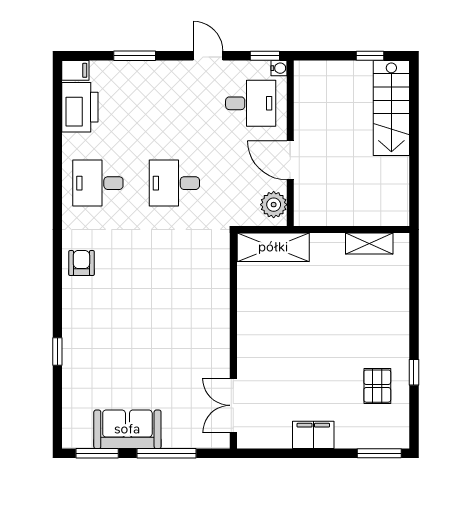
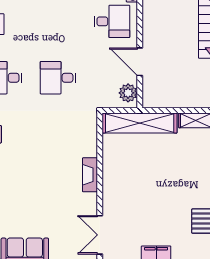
shelving: (273, 247) -> (140, 123), width x1.47
fireplace: (220, 321) -> (90, 175), added

